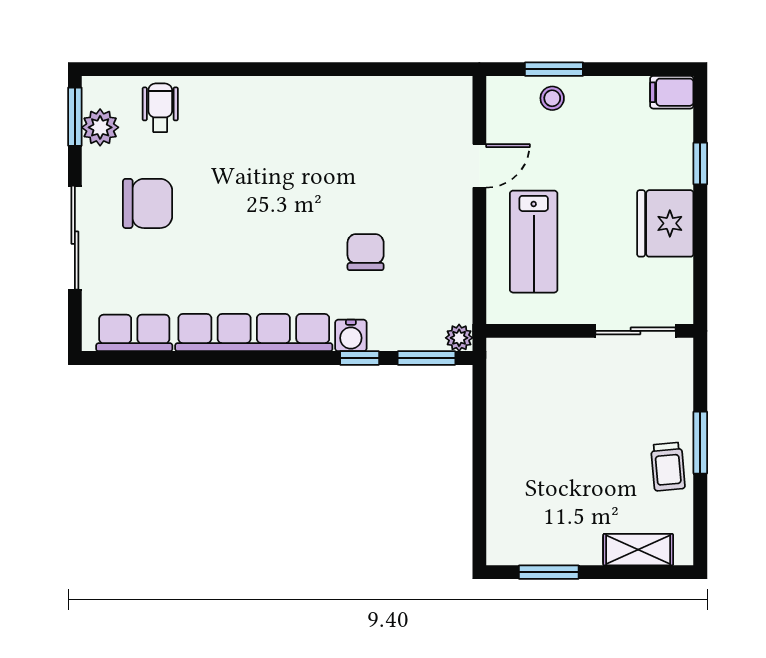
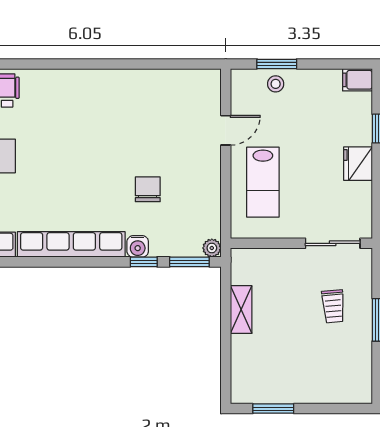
fridge: (665, 223) -> (358, 164), width x0.73, depth x0.75
trolley: (668, 467) -> (333, 306), moved
shelving: (638, 550) -> (241, 310), moved, turned 90

